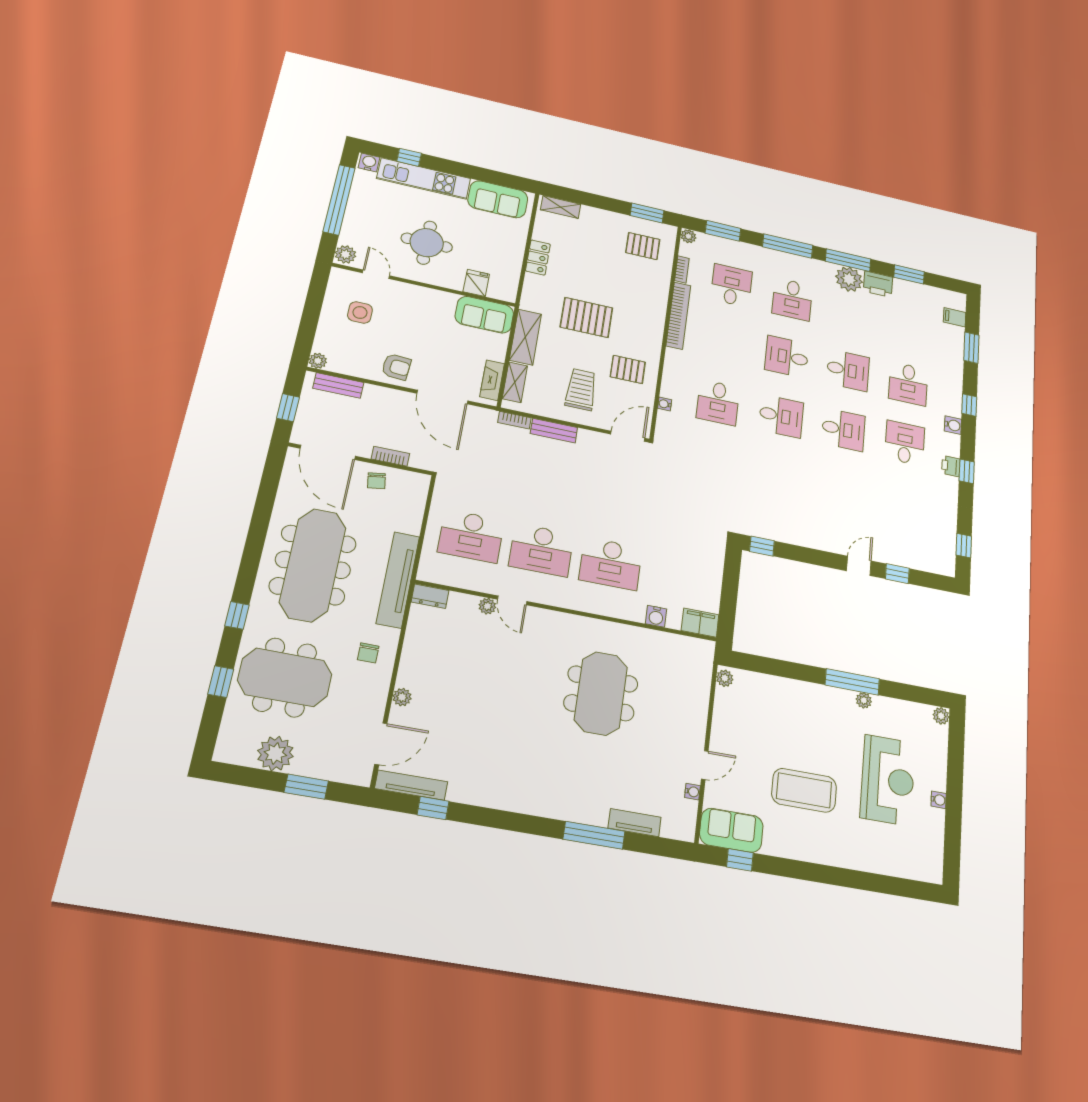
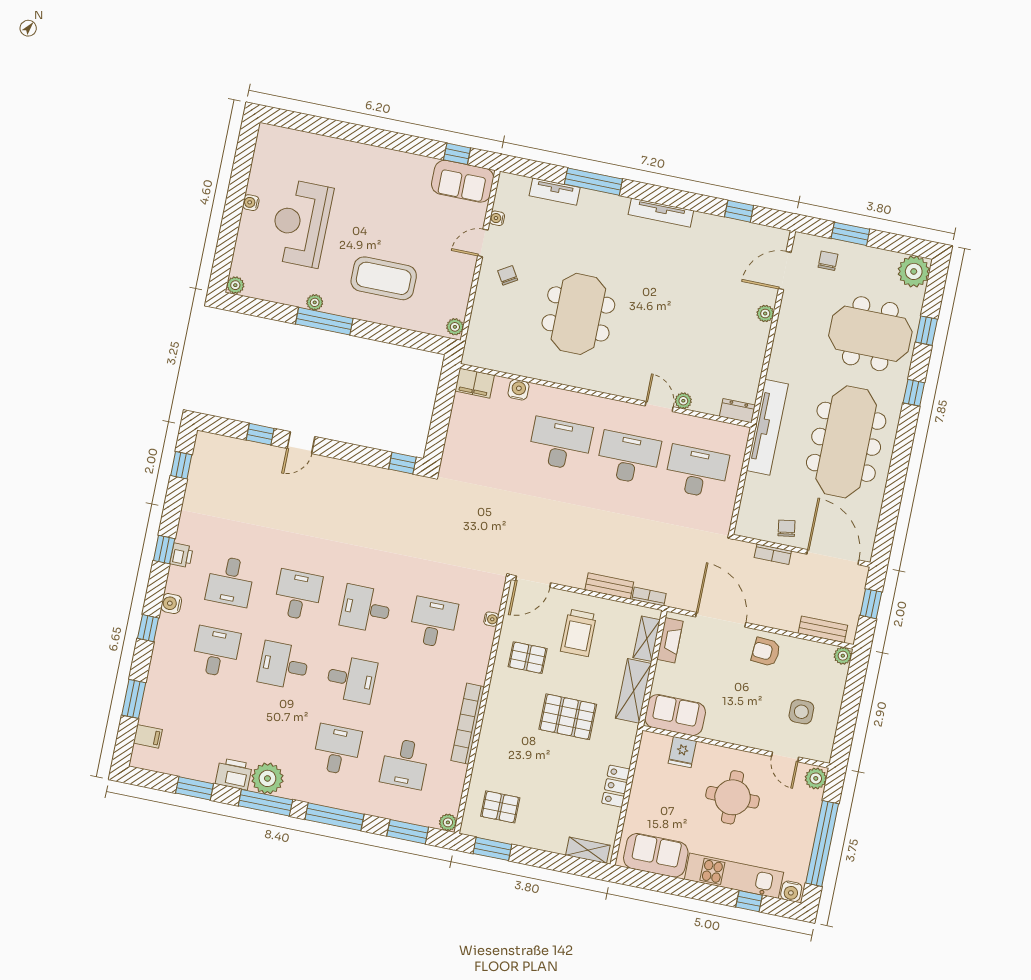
bookcase: (682, 269) -> (459, 780), removed
desk: (843, 430) -> (298, 595), turned 90
chair: (368, 653) -> (828, 261), moved
chair: (676, 732) -> (508, 275), added
plant: (275, 754) -> (914, 271), moved
tv unit: (411, 785) -> (661, 213), moved
coffee table: (804, 790) -> (384, 278), moved

